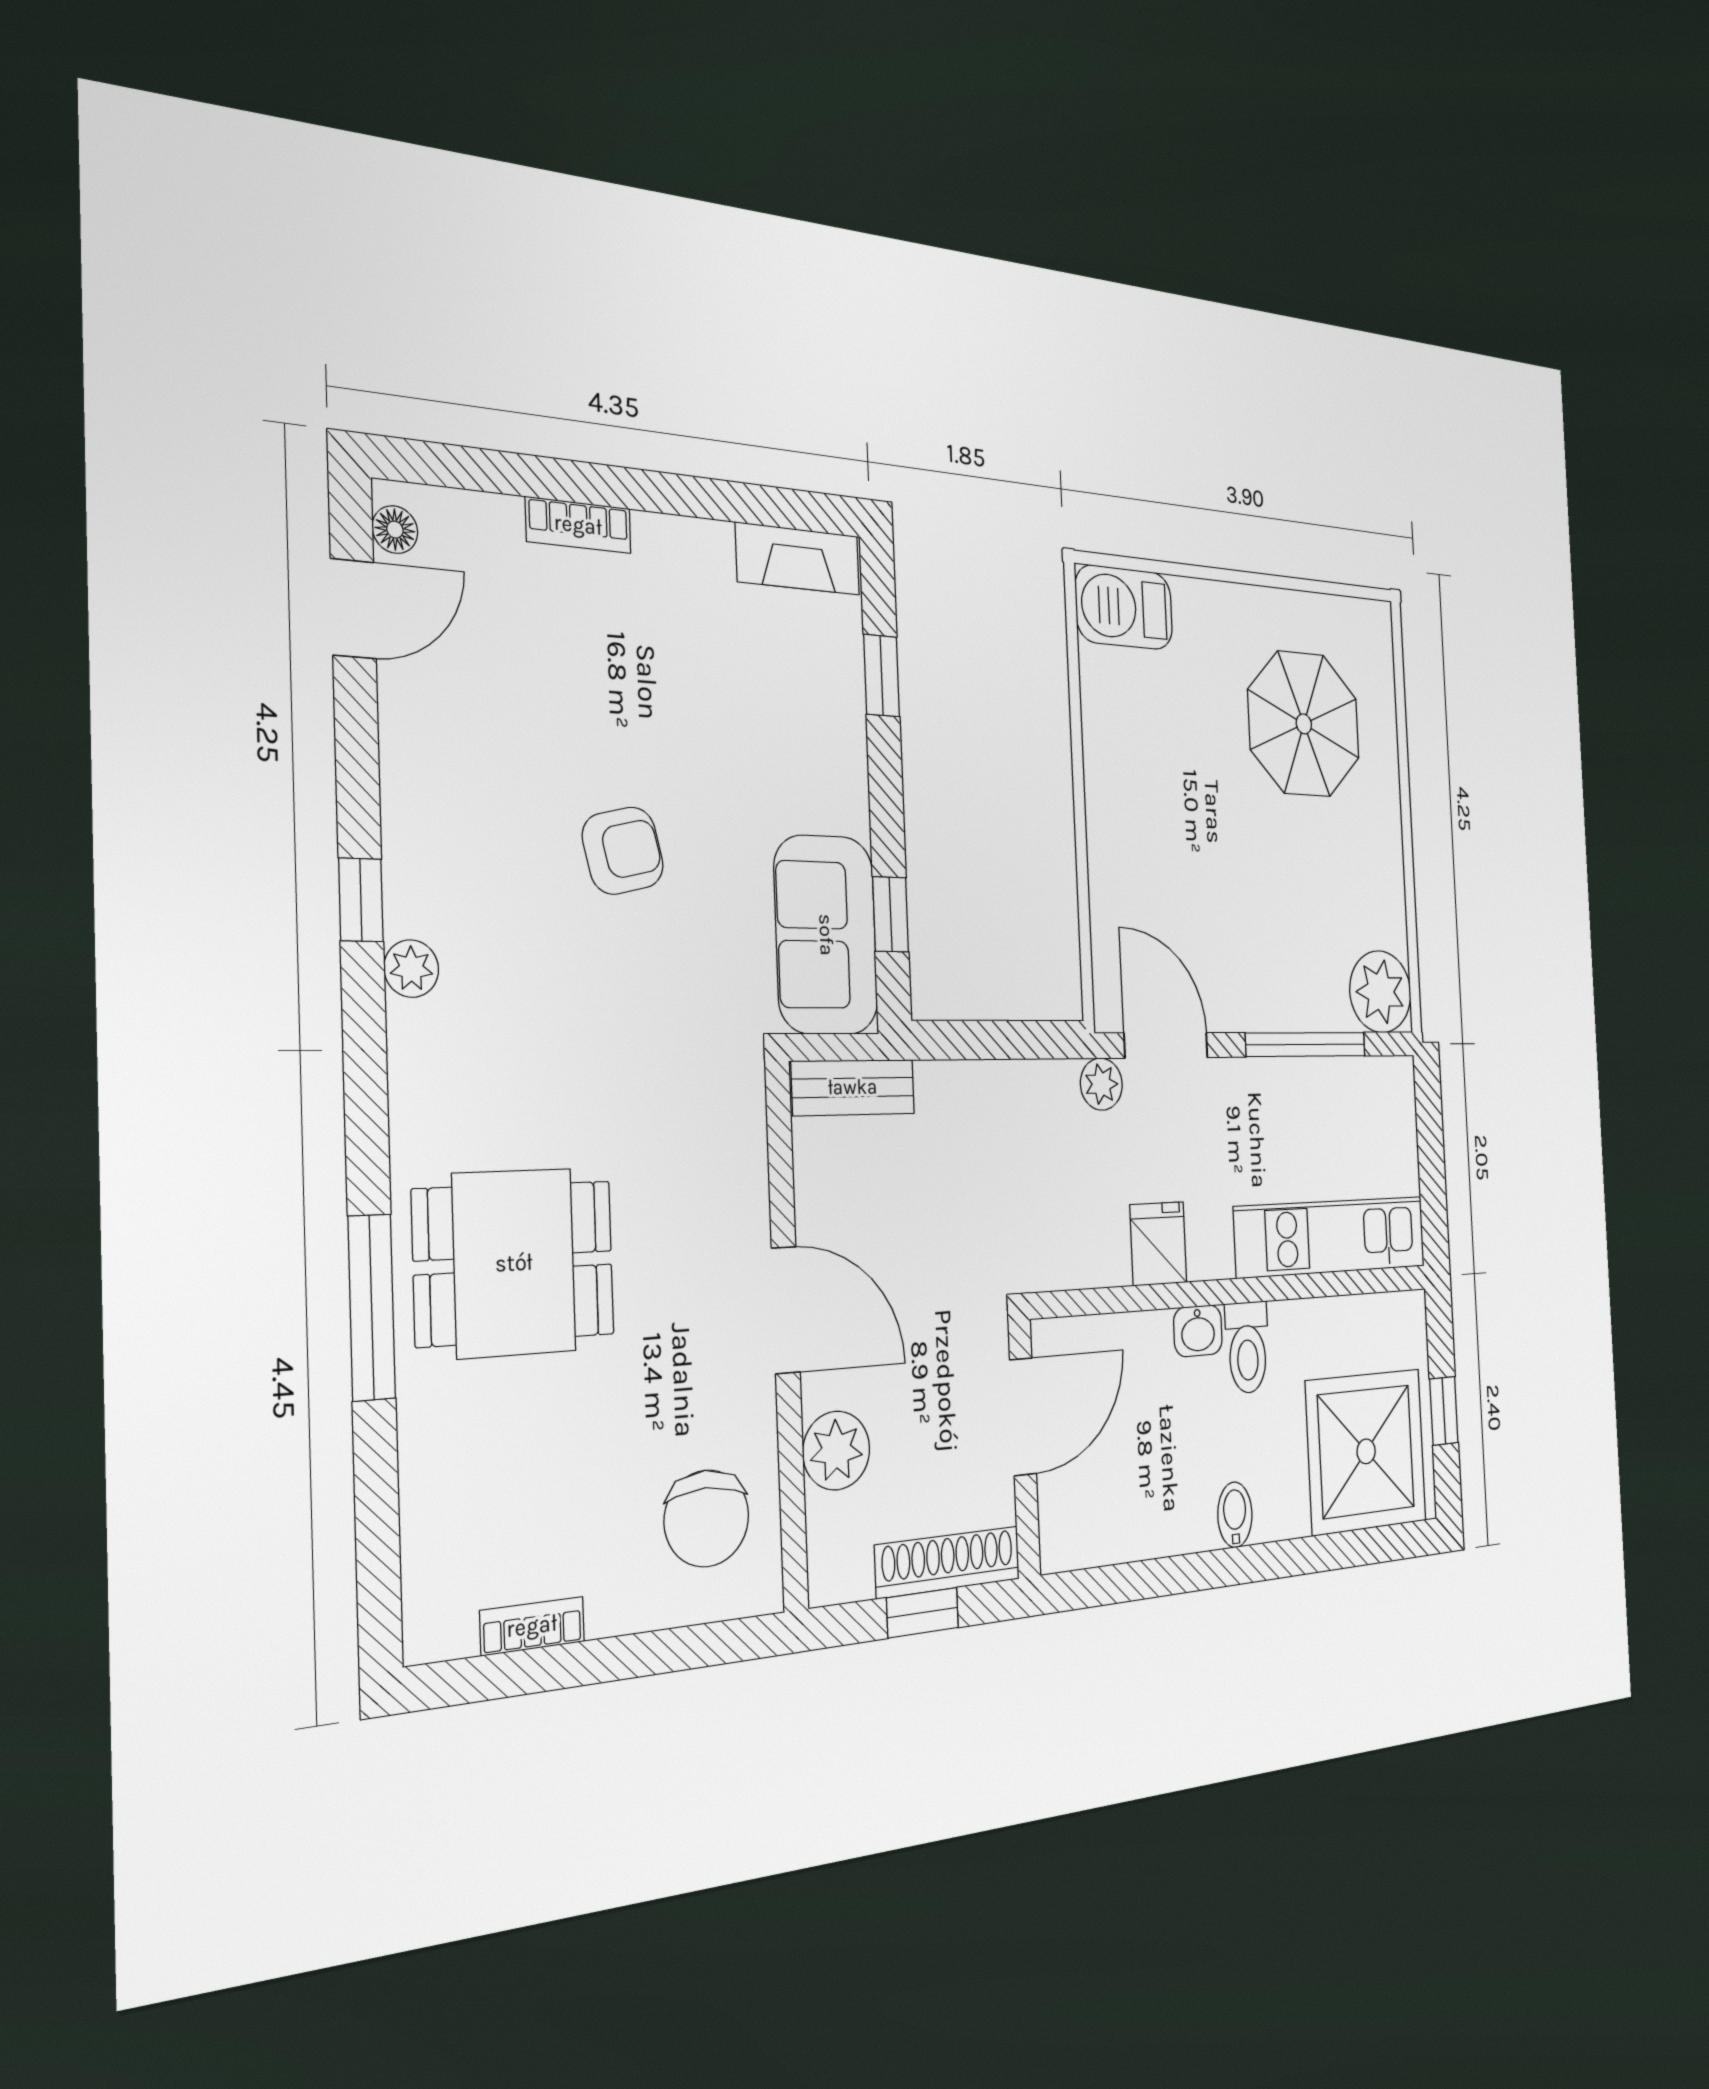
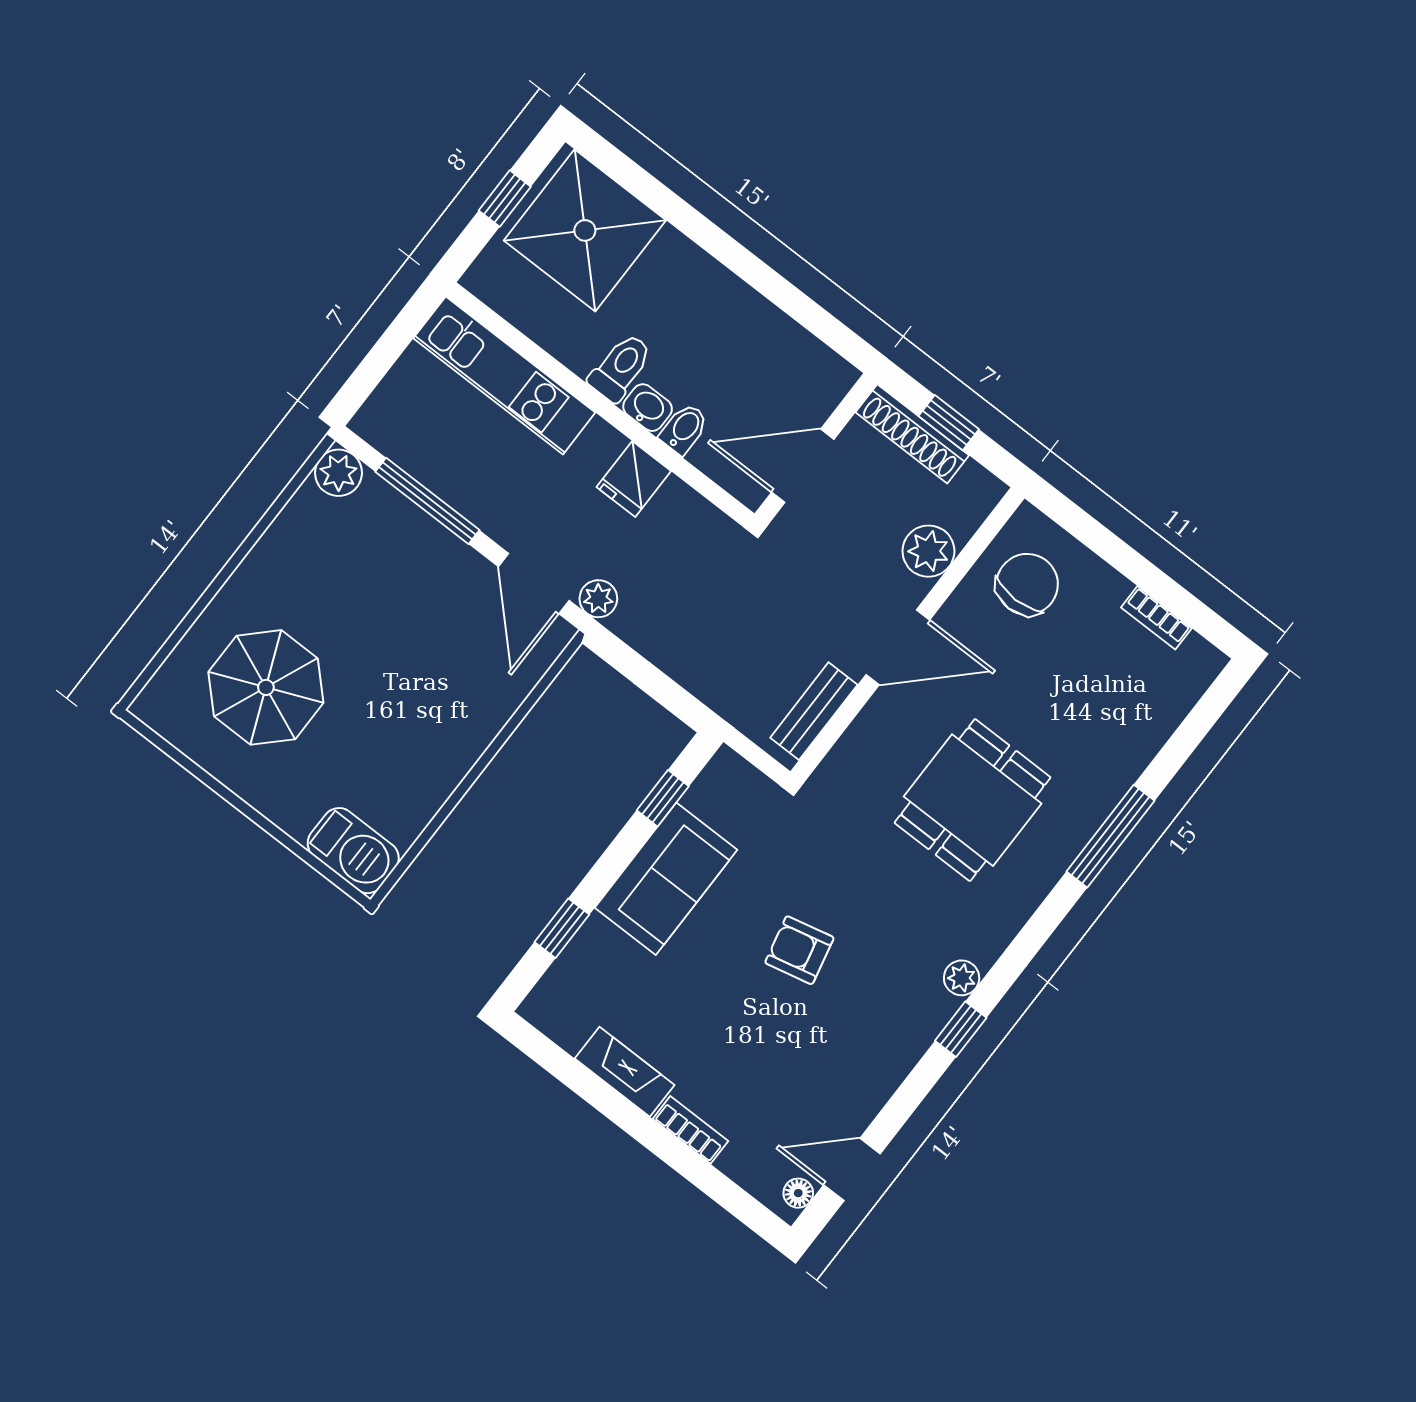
fireplace: (798, 559) -> (625, 1072), moved
sofa: (826, 935) -> (666, 879), moved
plant: (1380, 992) -> (338, 473), width x0.73, depth x0.73
bench: (853, 1087) -> (814, 711), moved, turned 90
dining table: (514, 1263) -> (973, 800), moved, turned 90
door: (786, 1310) -> (898, 647), swing flipped
bidet: (1235, 1515) -> (684, 429), moved, turned 180

